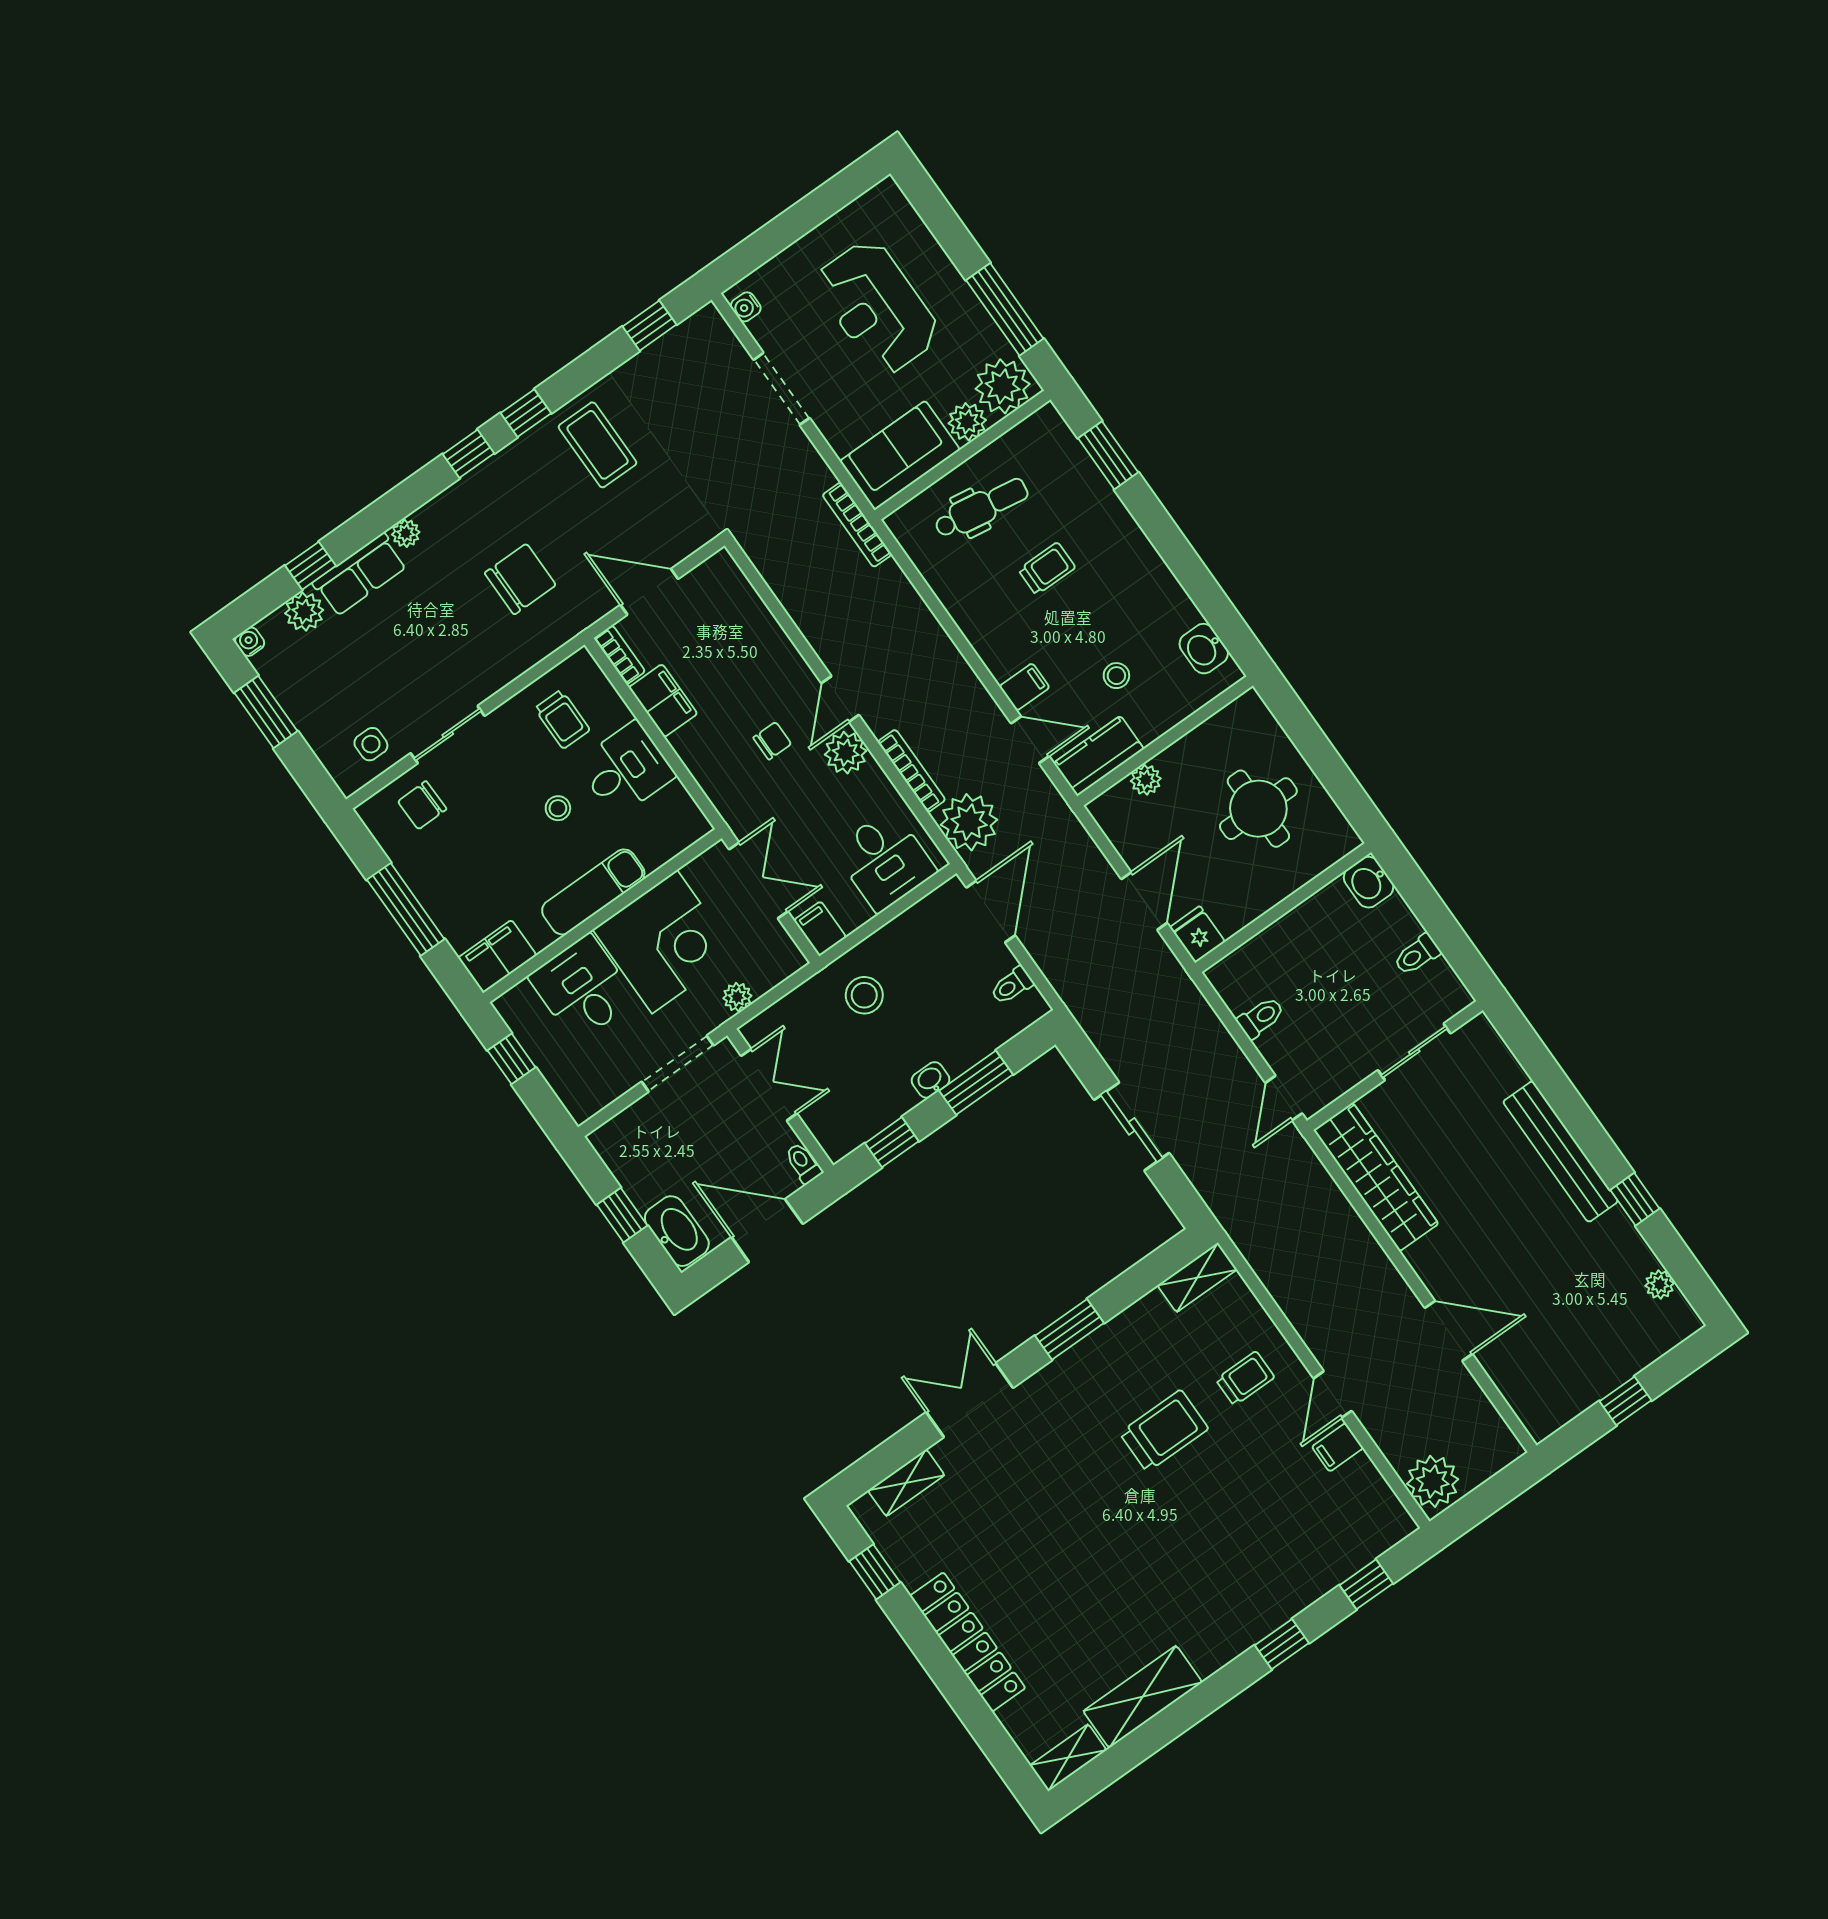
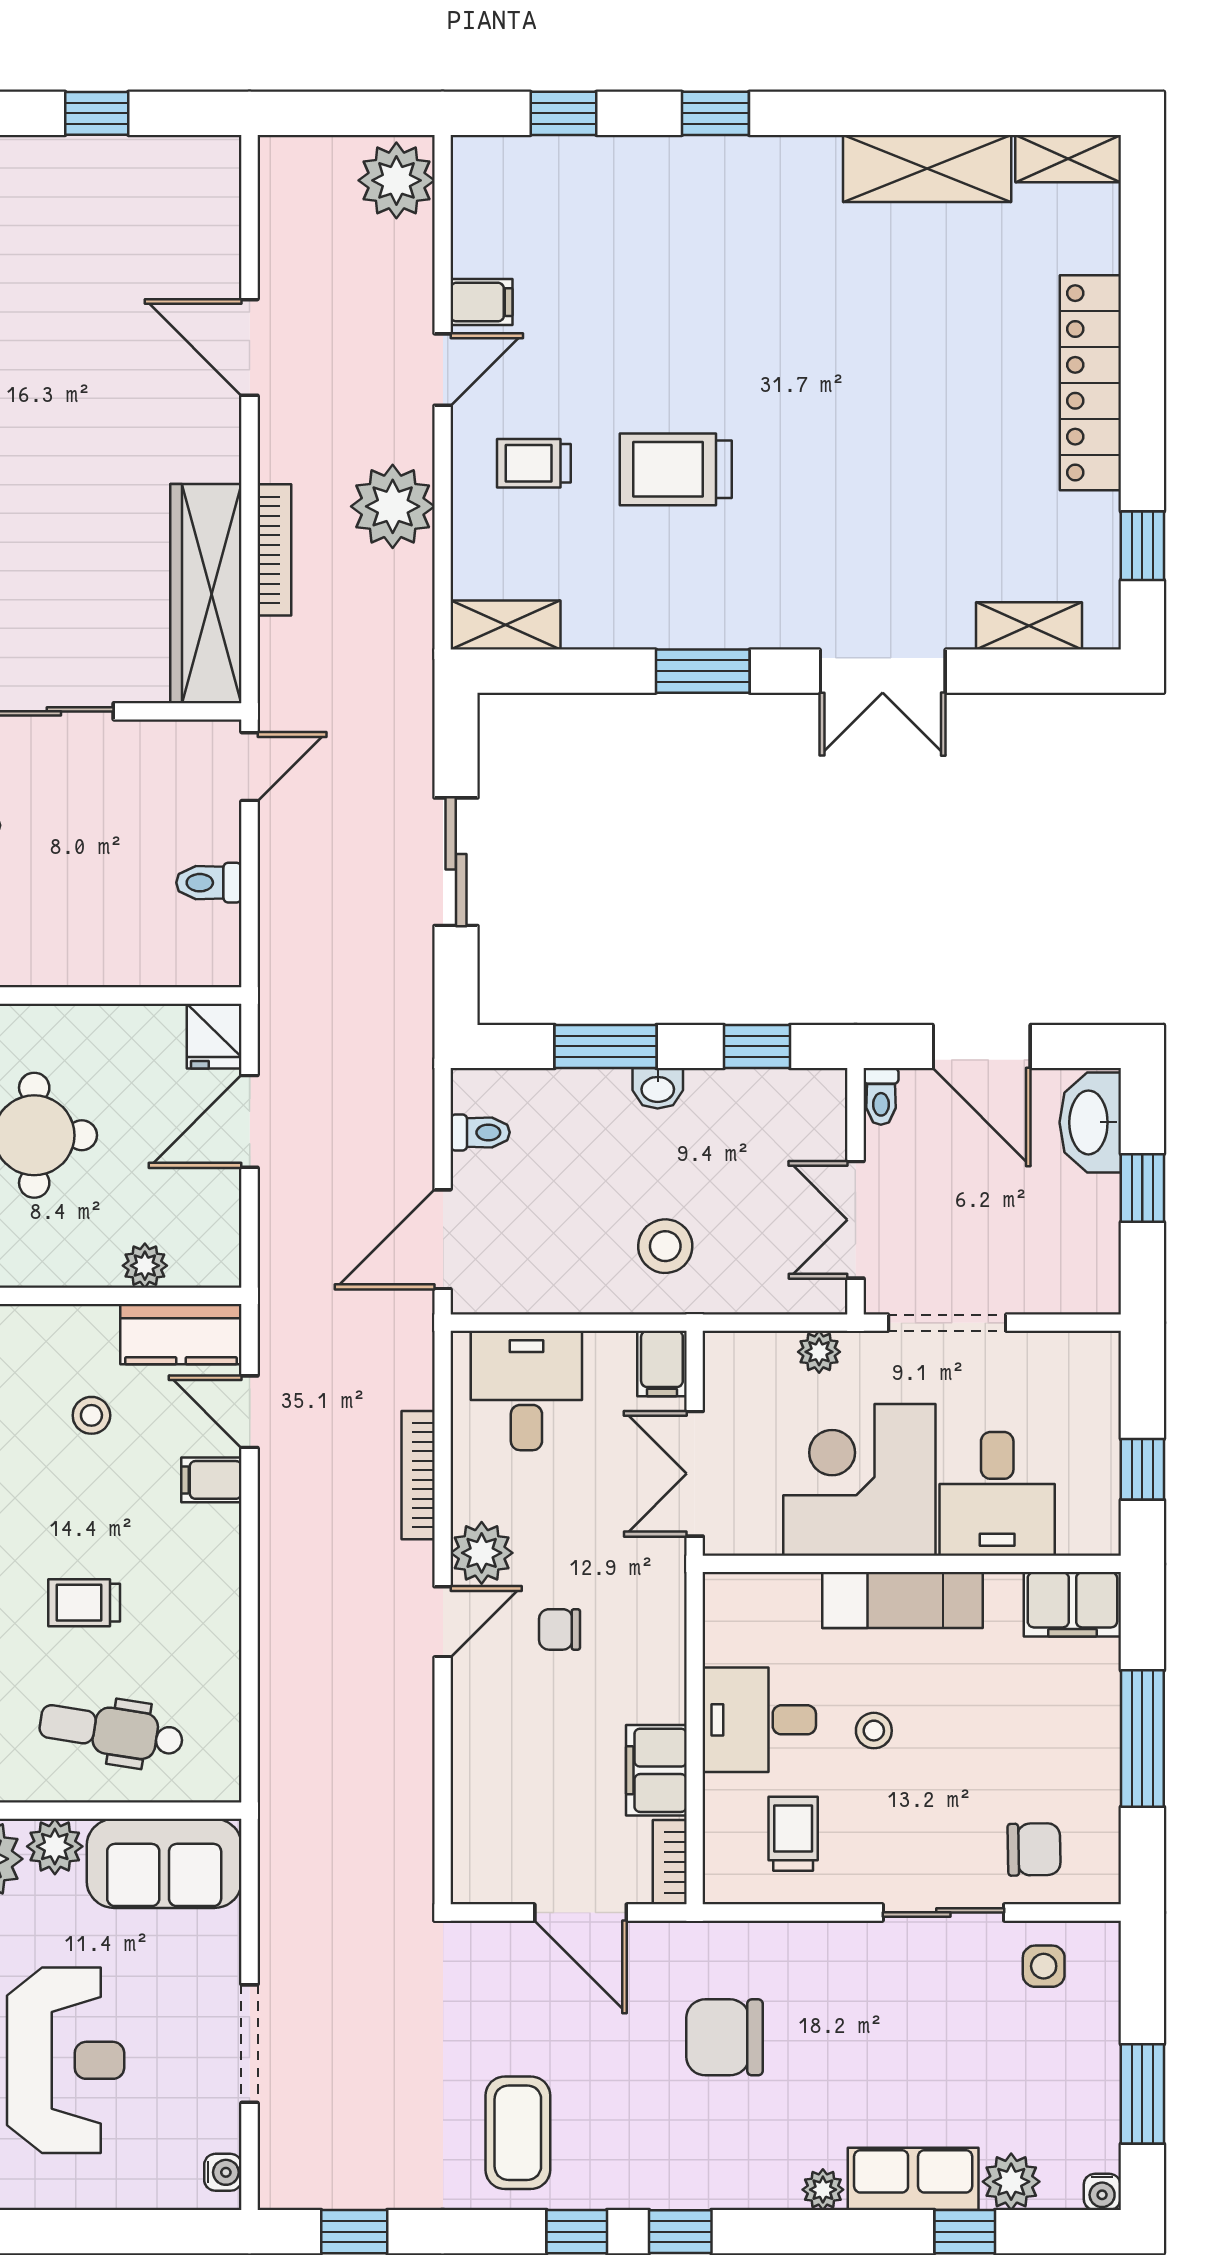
bookcase: (857, 525) -> (274, 550), moved
plant: (969, 822) -> (393, 506), moved

